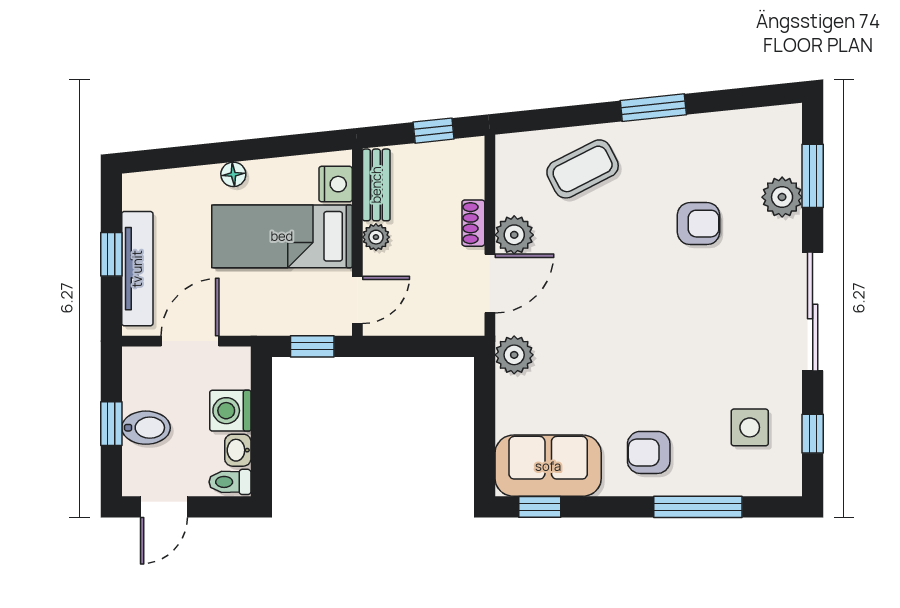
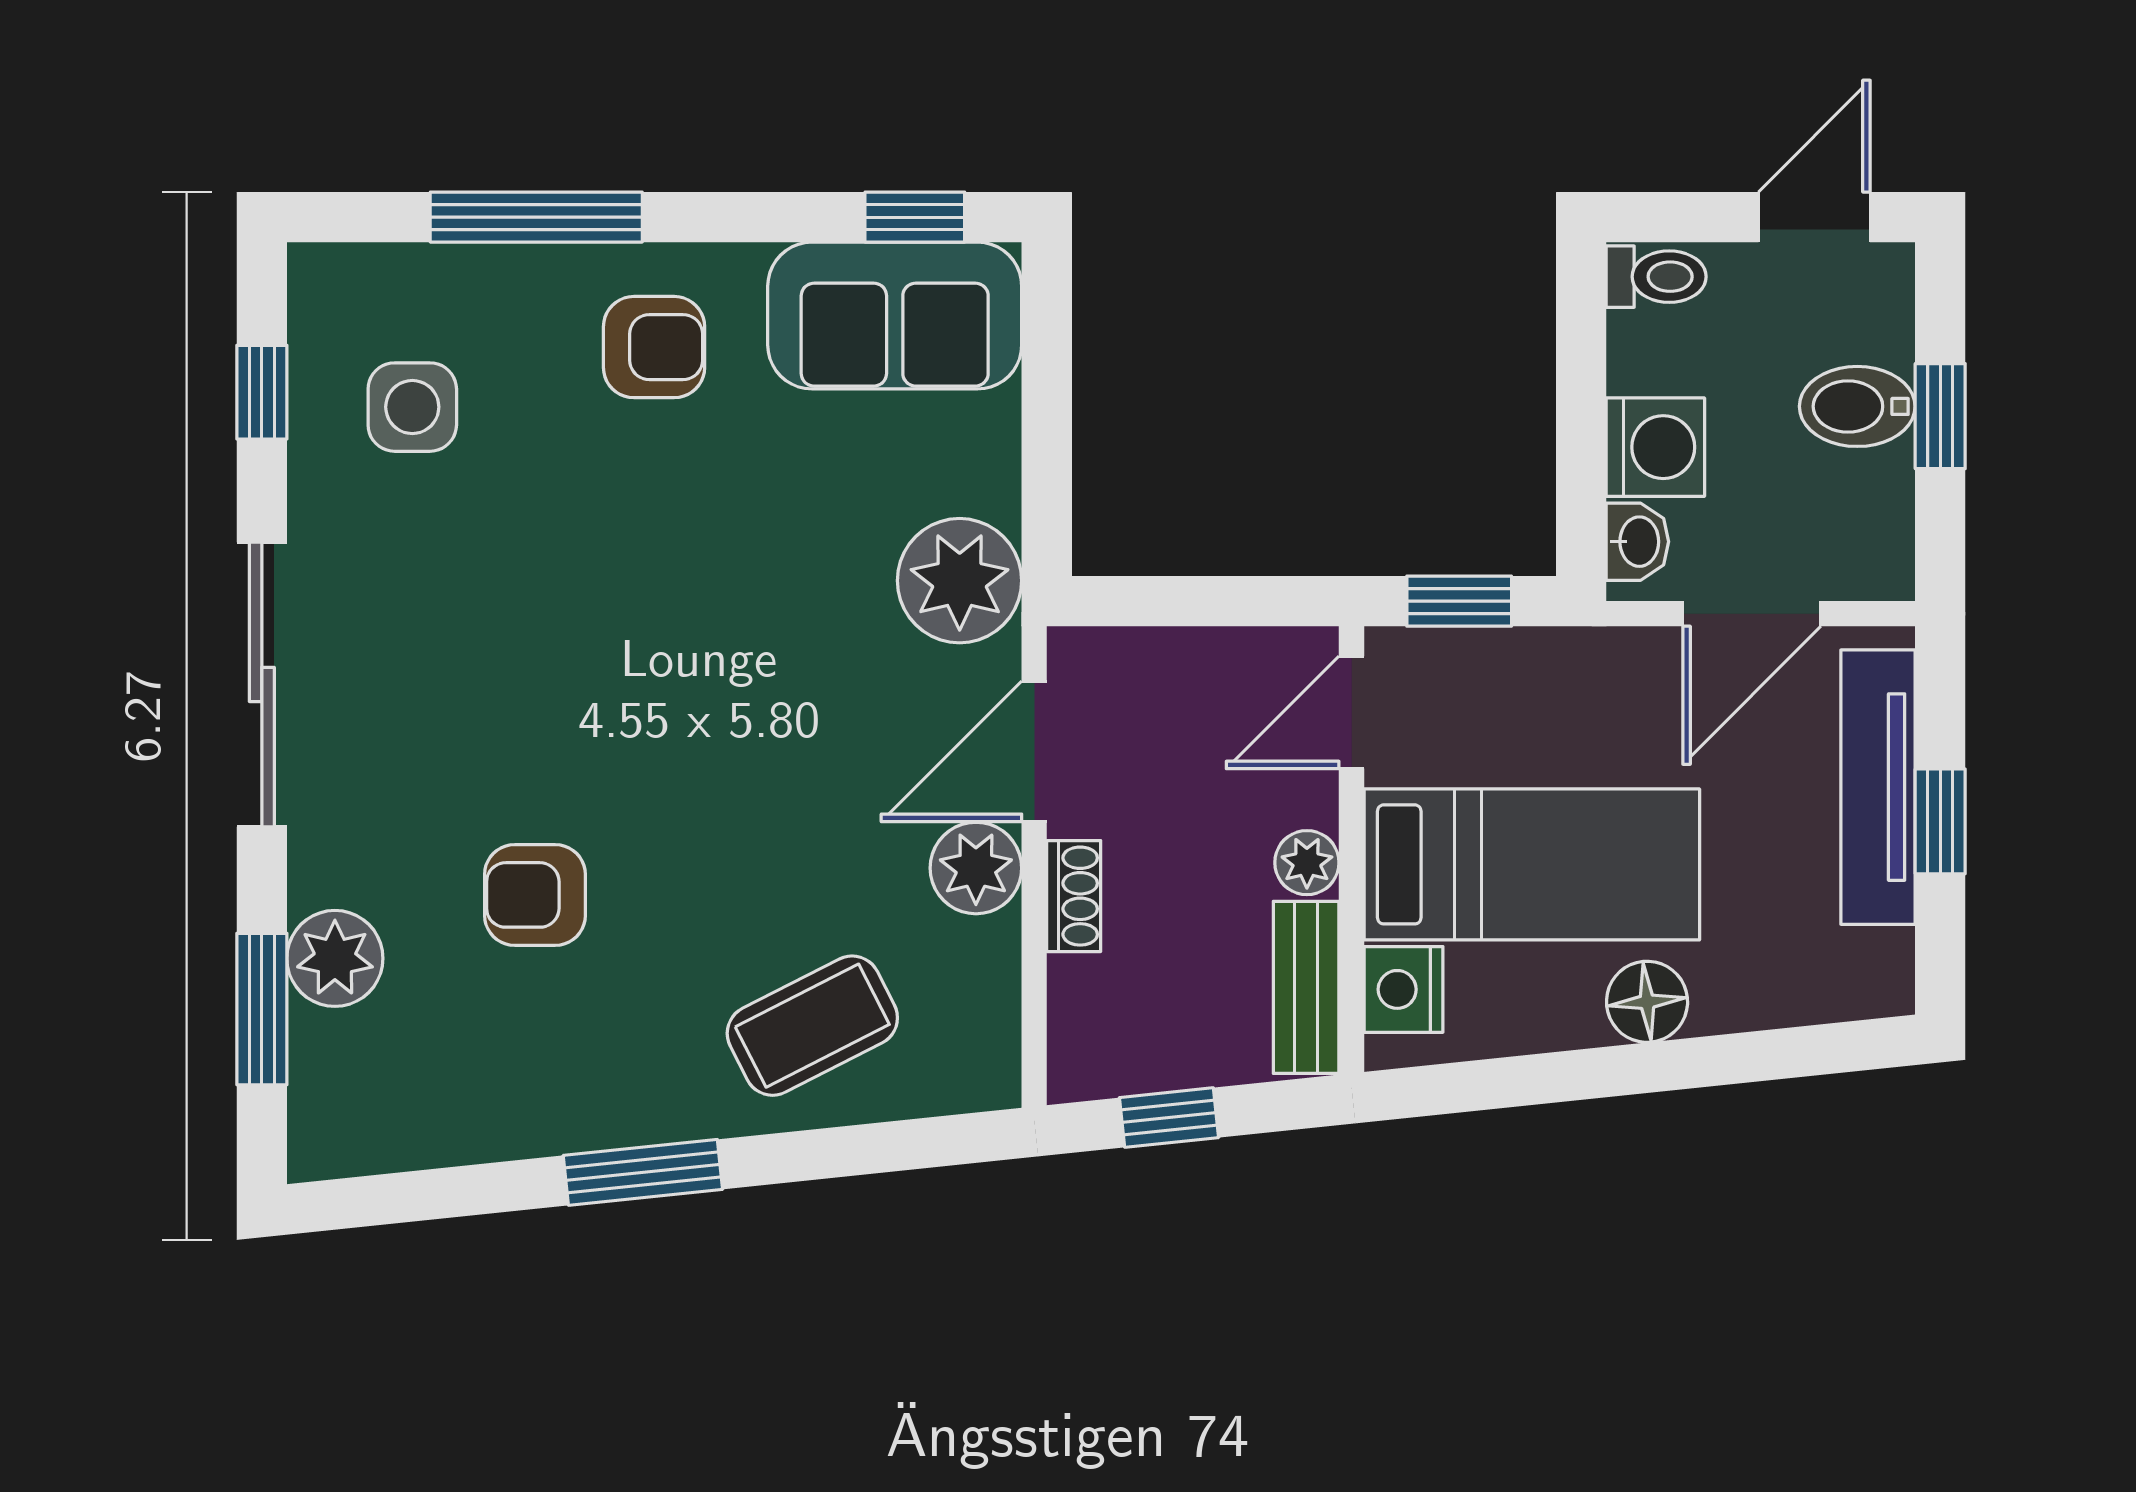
floor lamp: (233, 174) -> (1647, 1002), width x1.37, depth x1.37
plant: (514, 355) -> (960, 581), width x1.36, depth x1.36
washbasin: (238, 450) -> (1637, 542), moved

